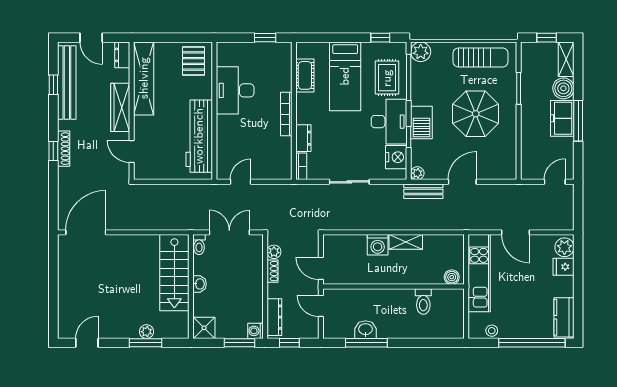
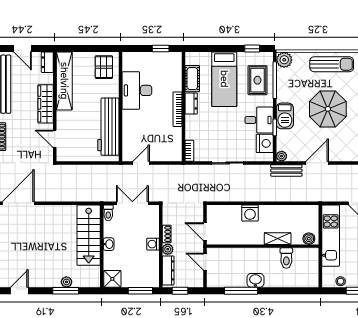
desk: (389, 122) -> (259, 120), width x0.73
dresser: (303, 138) -> (191, 104), moved
shelving: (406, 242) -> (278, 239), moved
plant: (274, 252) -> (168, 249), moved
washbasin: (366, 330) -> (255, 280), moved
washing machine: (255, 331) -> (153, 244), moved

